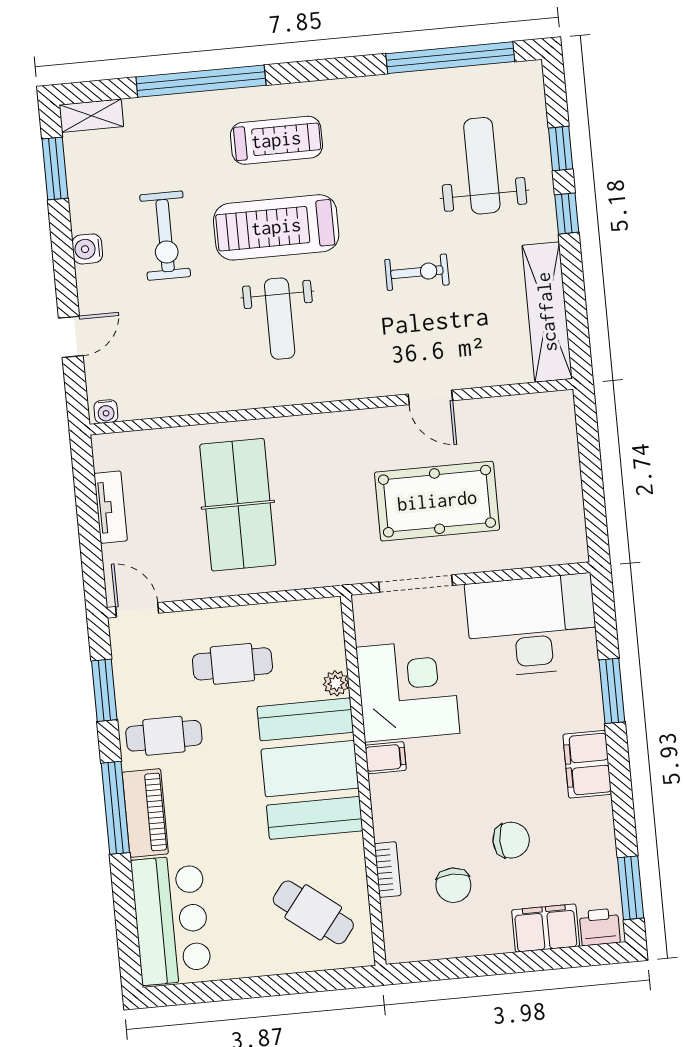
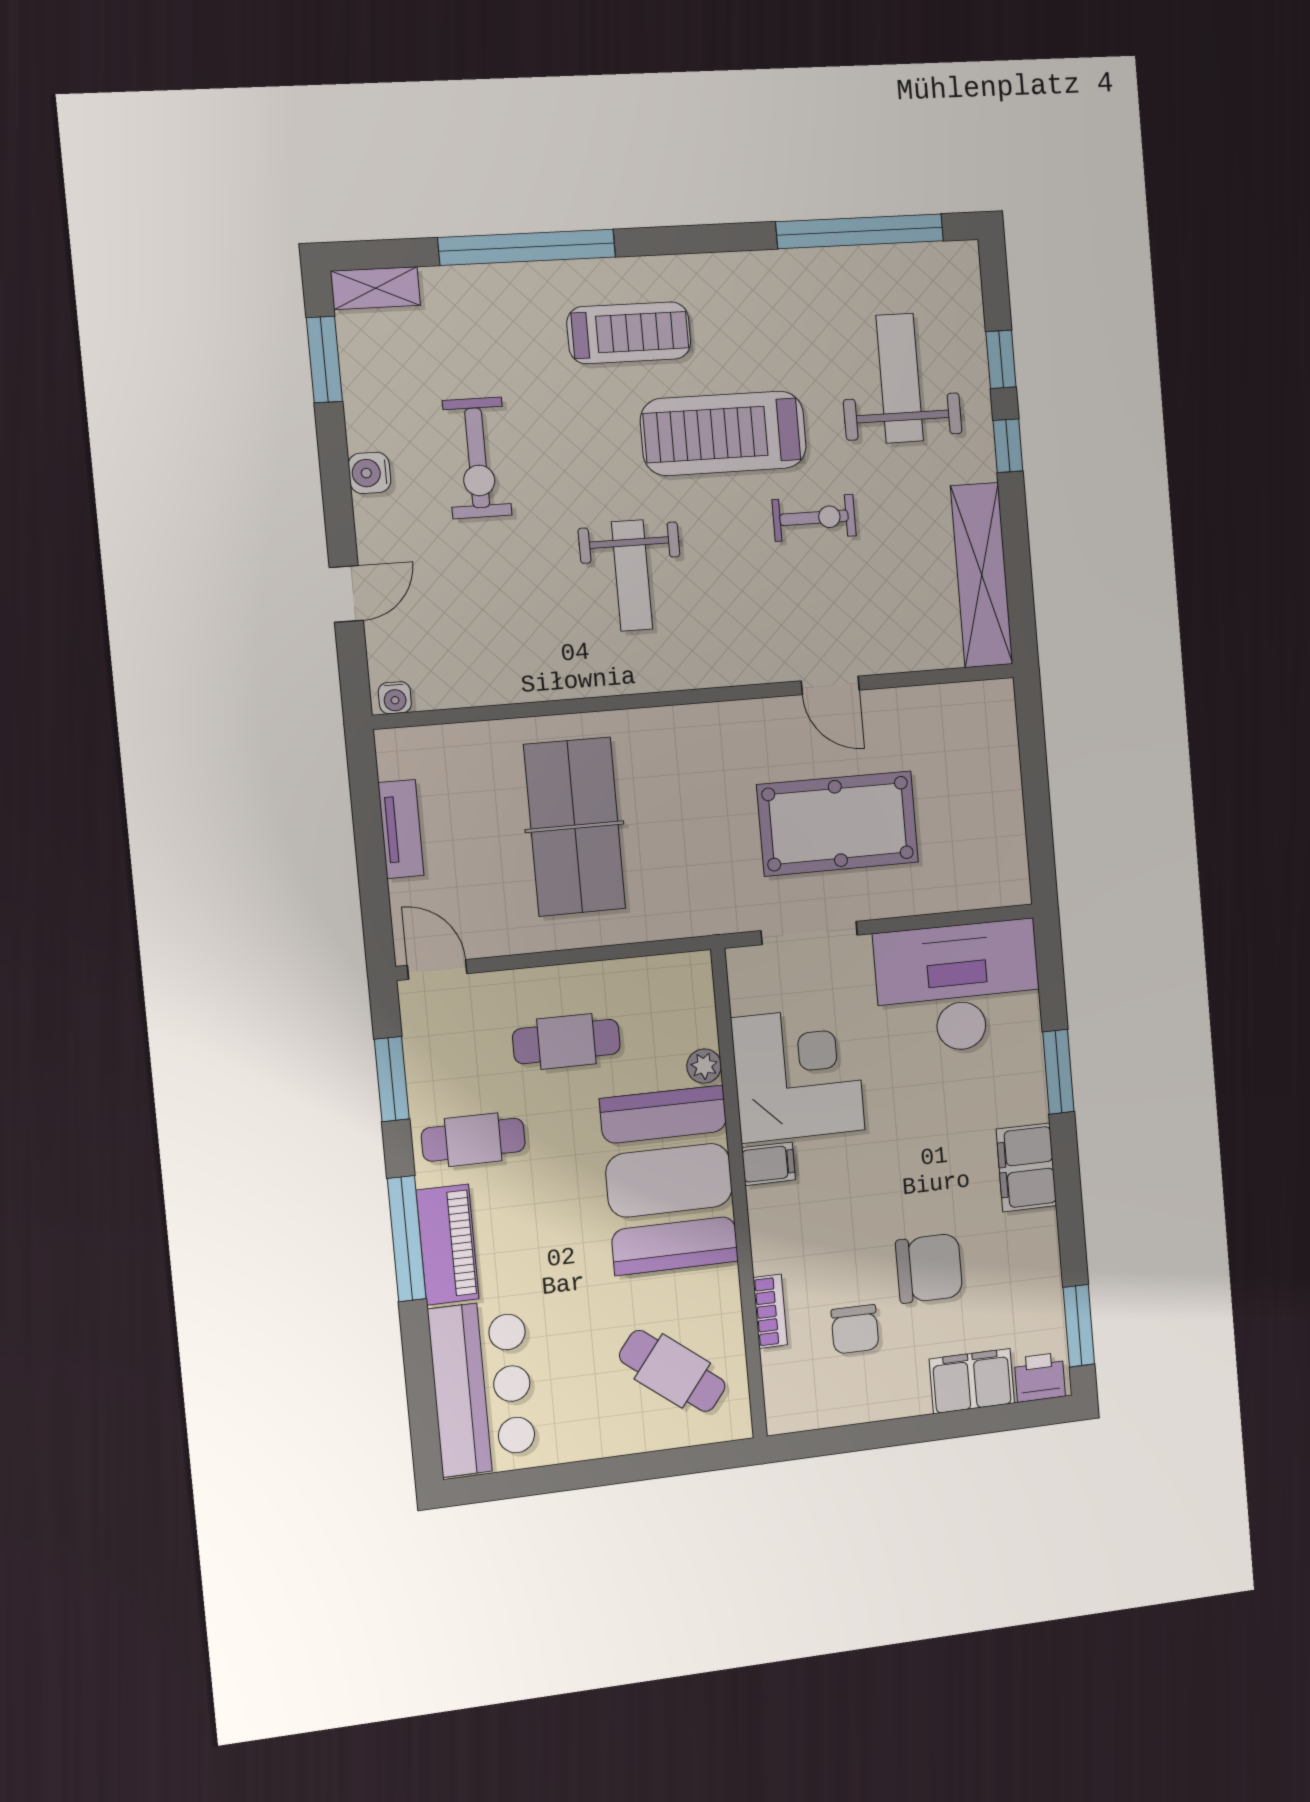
treadmill: (276, 227) -> (724, 433), moved
chair: (511, 840) -> (929, 1268), width x1.37, depth x1.37

